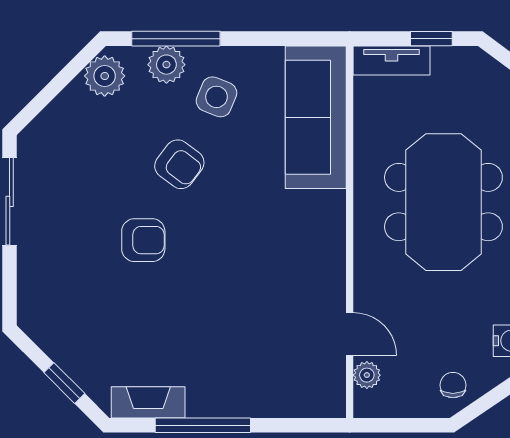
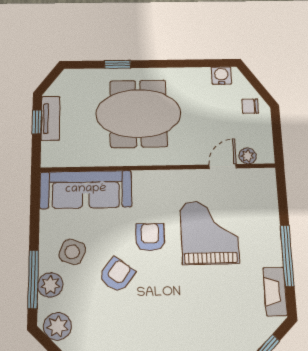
tv unit: (391, 60) -> (51, 118), moved
armchair: (143, 240) -> (150, 237), moved
grand piano: (242, 308) -> (210, 232), added

